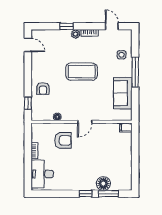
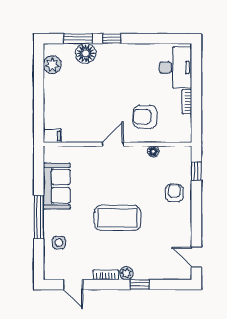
plant: (126, 176) -> (52, 65), added

